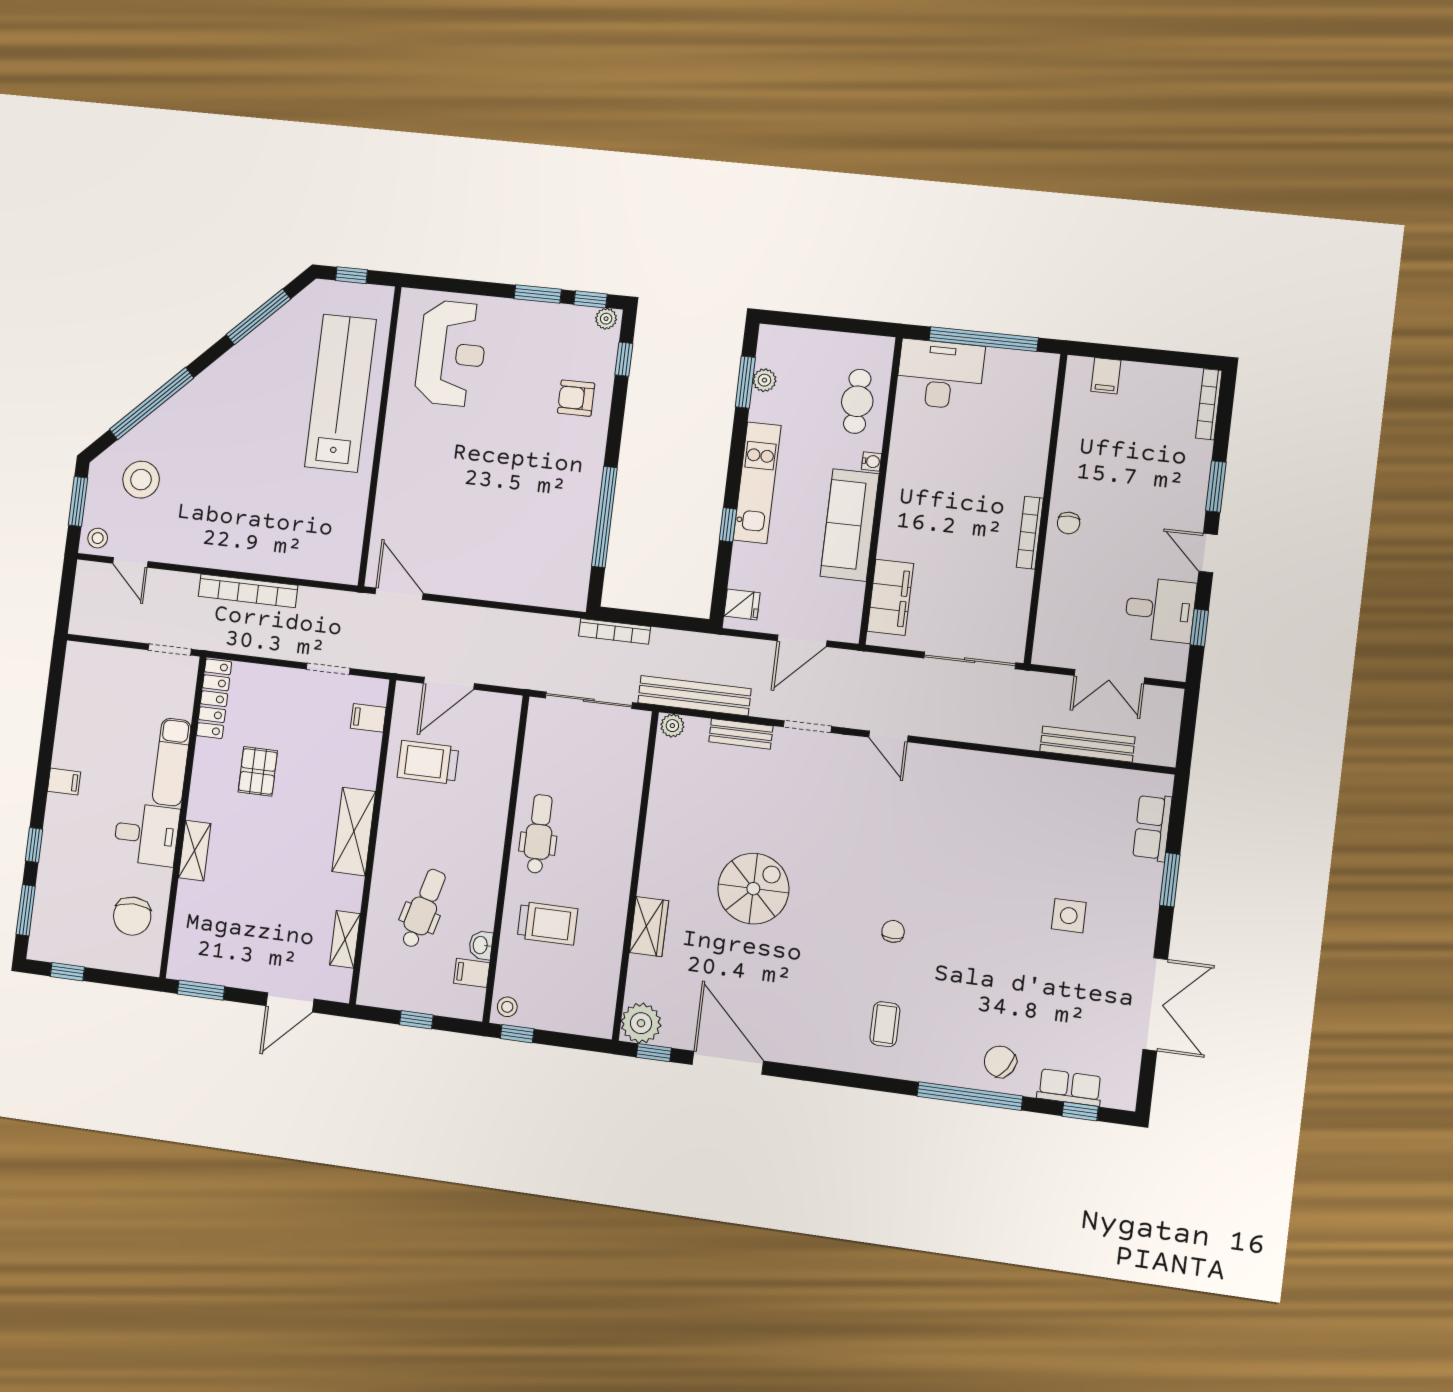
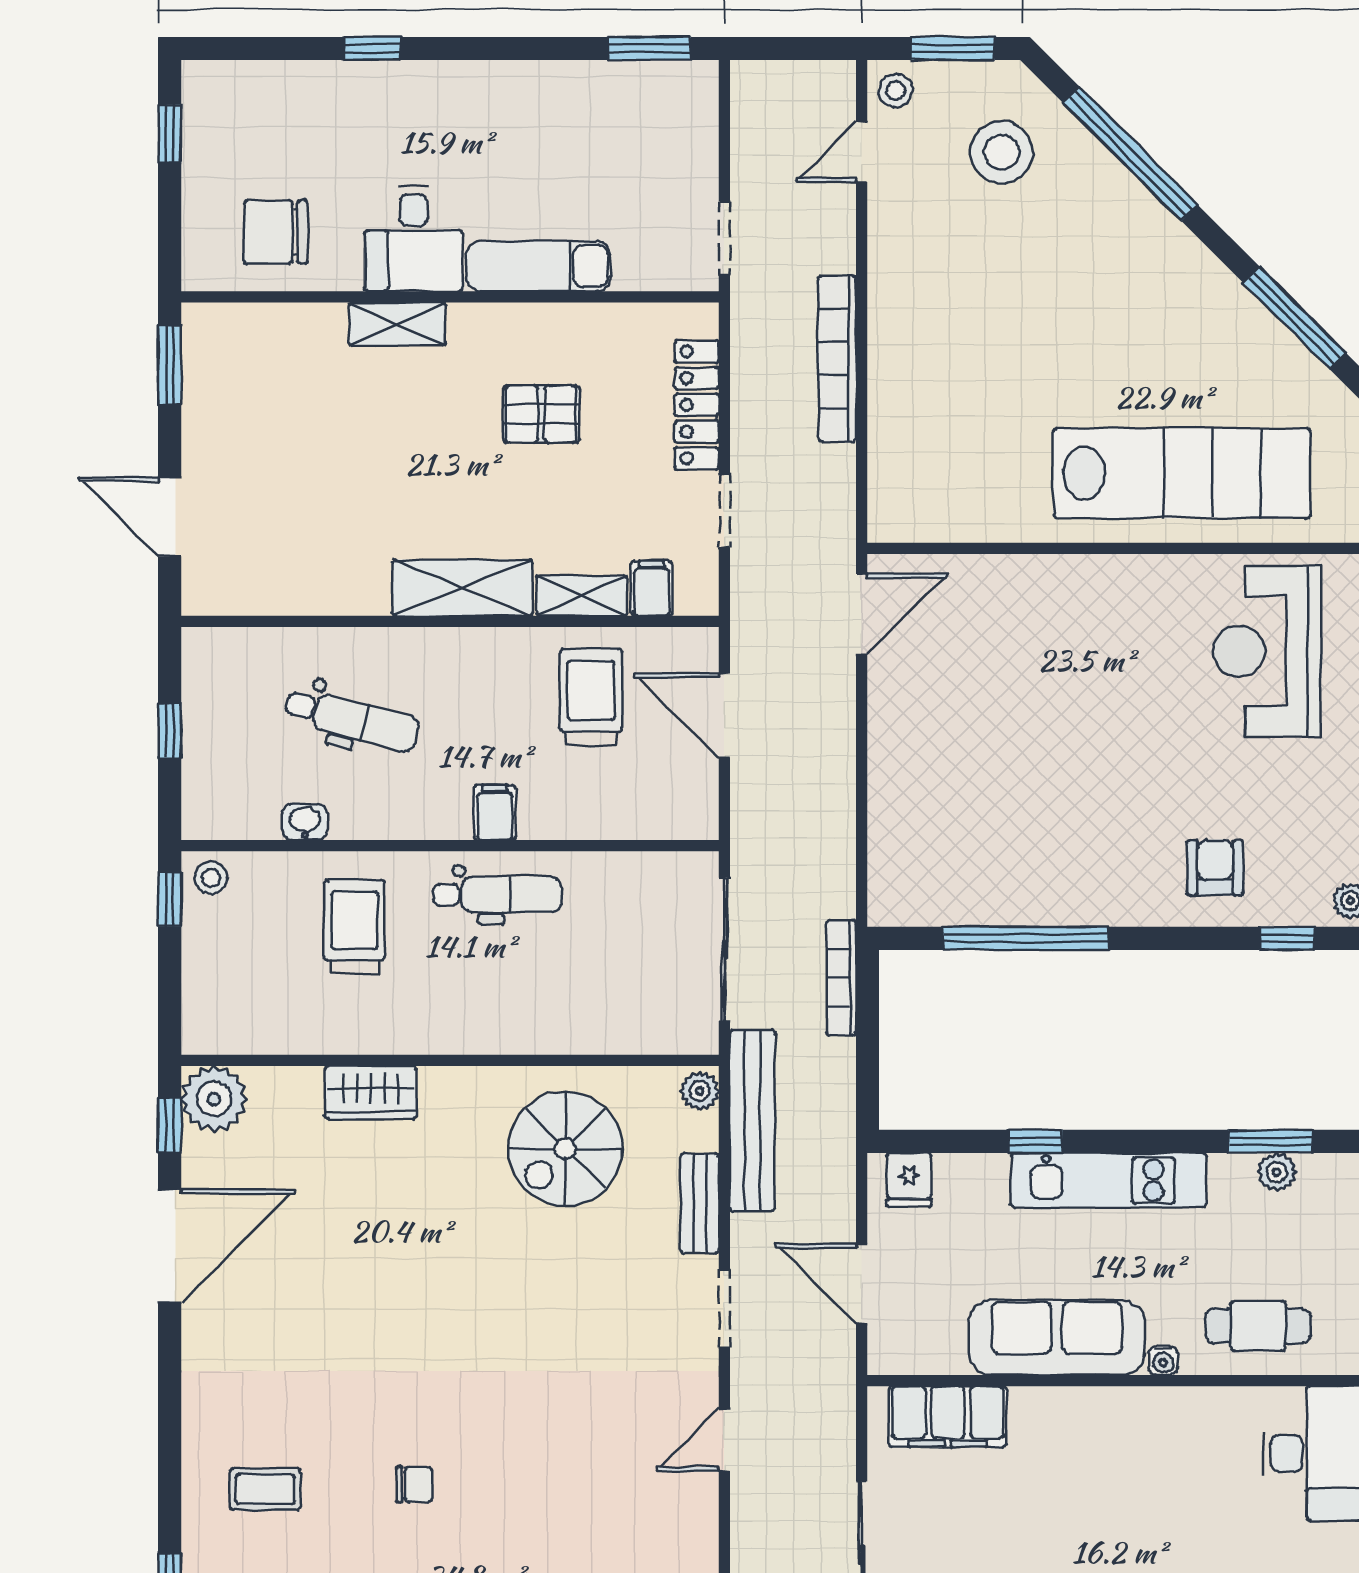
reception desk: (451, 353) -> (1267, 651), turned 90
locker: (214, 699) -> (697, 405), moved, turned 90
filing cabinet: (64, 782) -> (484, 86), removed
spiral stairs: (753, 889) -> (565, 1149), moved, turned 90
window: (26, 910) -> (649, 48), moved
trolley: (547, 923) -> (354, 927), turned 180
shelving: (345, 939) -> (582, 596), moved
filing cabinet: (472, 973) -> (495, 812), moved

